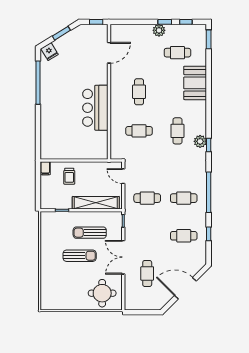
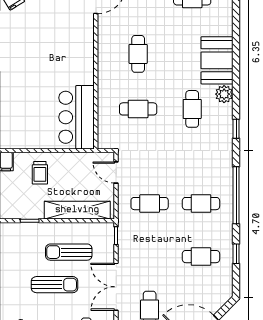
booth: (195, 83) -> (217, 60), moved
bar counter: (95, 108) -> (77, 117), moved
plant: (200, 141) -> (224, 94), moved

